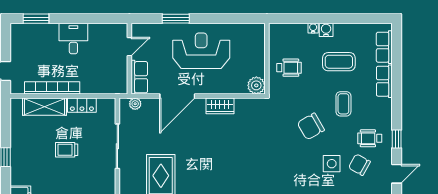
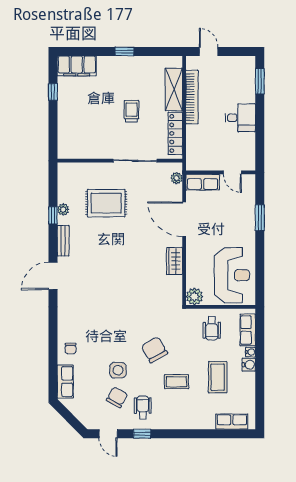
reception desk: (201, 51) -> (232, 275), moved
row of seats: (384, 81) -> (248, 330), moved, turned -90
locker: (82, 105) -> (175, 133), width x1.53

